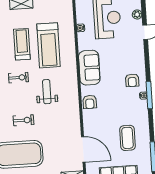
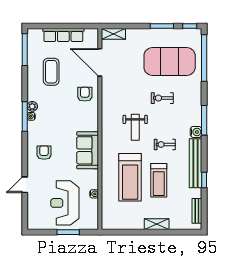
plant: (137, 14) -> (32, 106), moved
treadmill: (49, 45) -> (130, 177), turned 180
armchair: (132, 80) -> (44, 153), moved
armchair: (90, 102) -> (85, 94), moved

